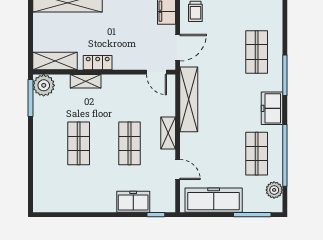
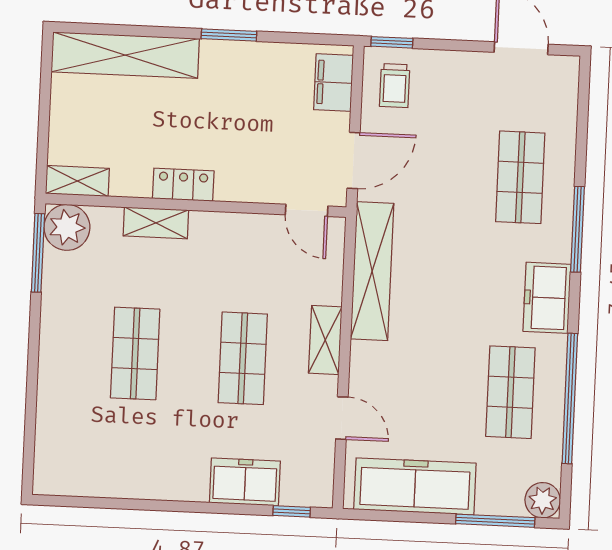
shelving: (55, 61) -> (77, 181), width x0.67, depth x0.75
plant: (274, 190) -> (543, 500), moved

